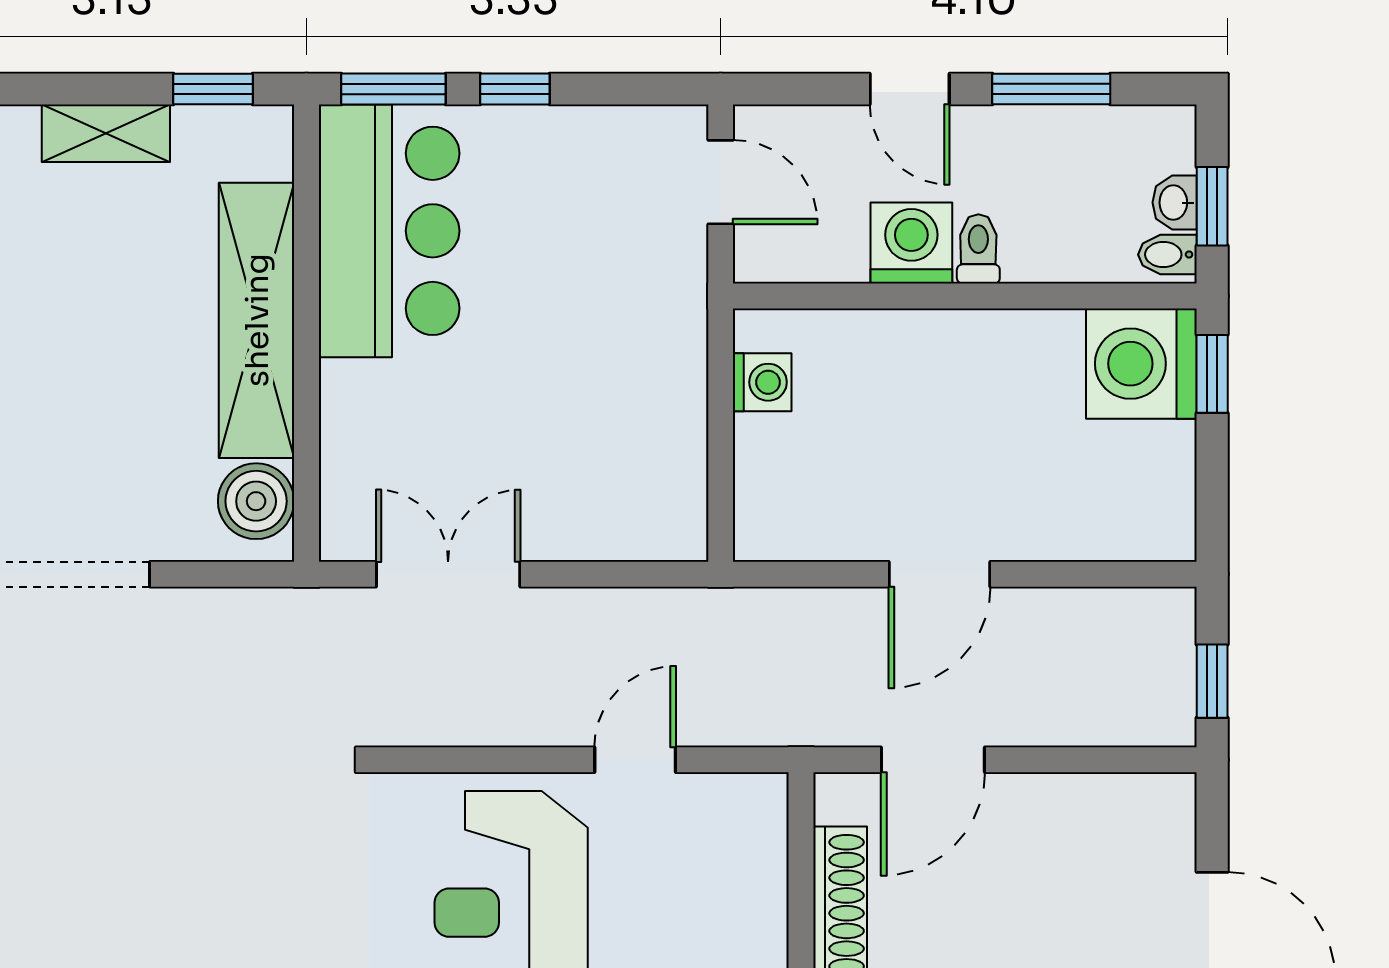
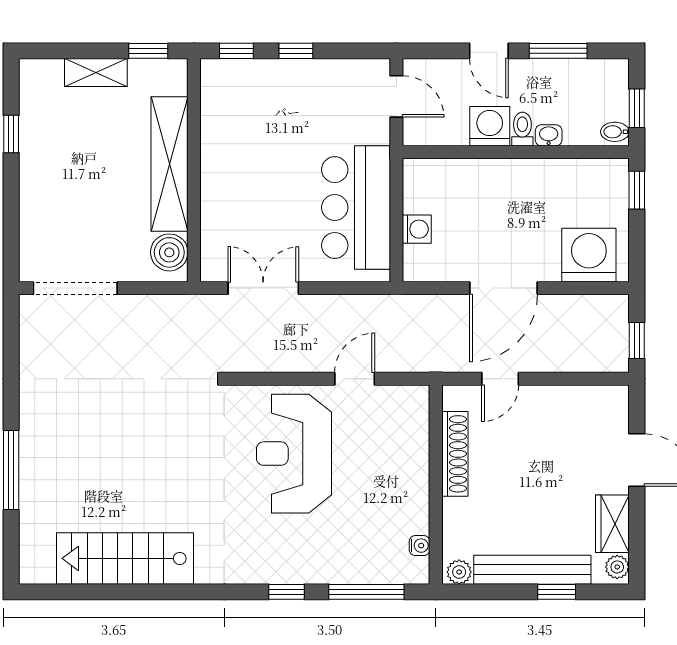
window: (393, 89) -> (236, 51), width x0.67
washbasin: (1175, 203) -> (549, 135), moved, turned 90
bar counter: (389, 231) -> (356, 208), moved, turned 180
washing machine: (1141, 364) -> (589, 255), moved, turned 90
washing machine: (762, 382) -> (417, 229), moved
door: (940, 574) -> (503, 288), width x1.36
door: (933, 760) -> (500, 379), width x0.73

